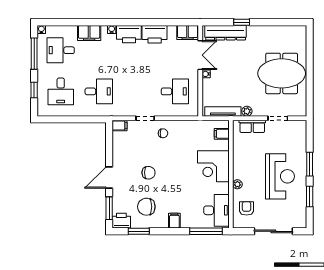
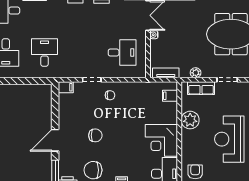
desk: (99, 91) -> (45, 53), turned -90
tv unit: (223, 111) -> (166, 73), width x0.71
corner desk: (213, 166) -> (161, 140), moved
reception desk: (280, 176) -> (229, 139), turned 180
plant: (237, 184) -> (190, 120), moved, width x1.88, depth x1.88

